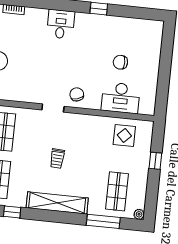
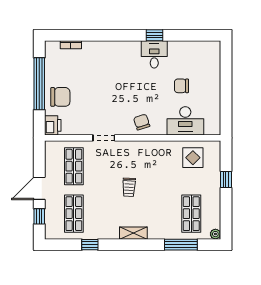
desk: (61, 24) -> (154, 54), moved
doorway: (53, 108) -> (104, 138), moved
shelving: (57, 203) -> (133, 233), width x0.45, depth x0.75

